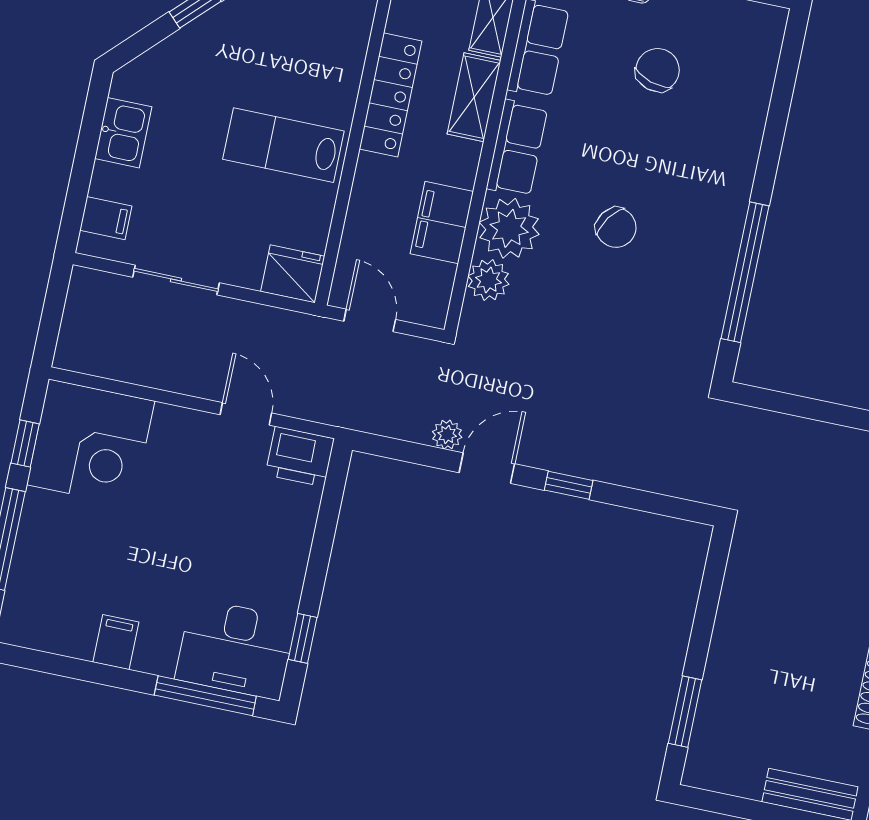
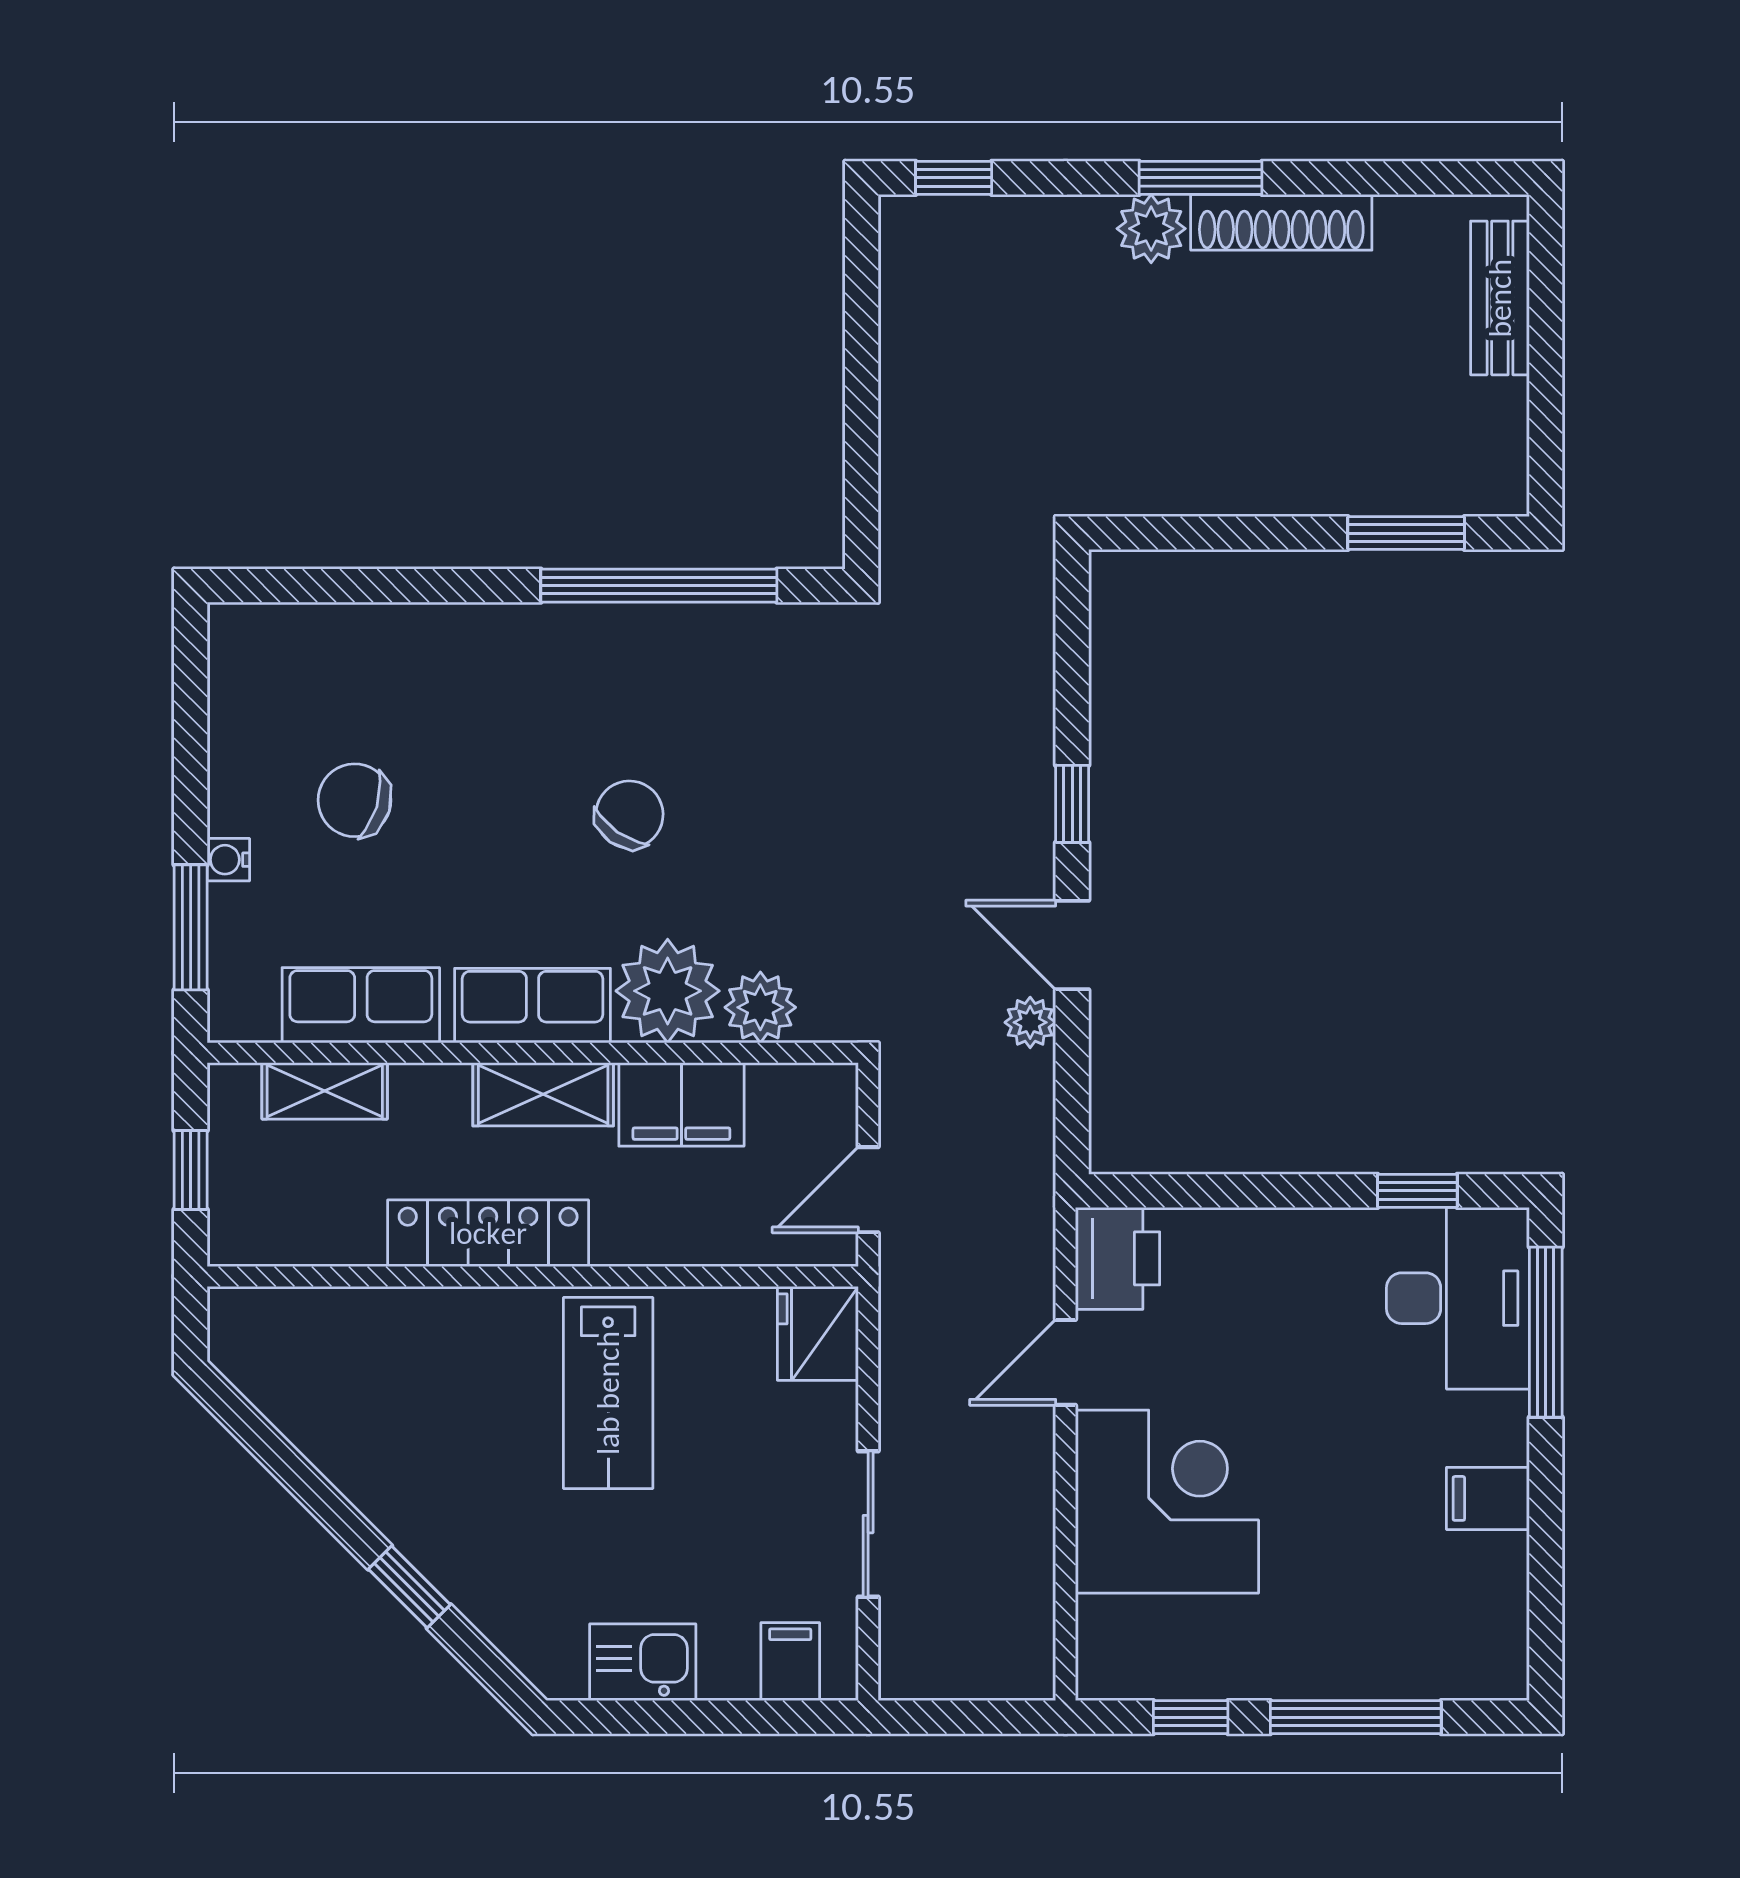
shelving: (474, 97) -> (543, 1094), moved
corner desk: (91, 443) -> (1167, 1502), moved

